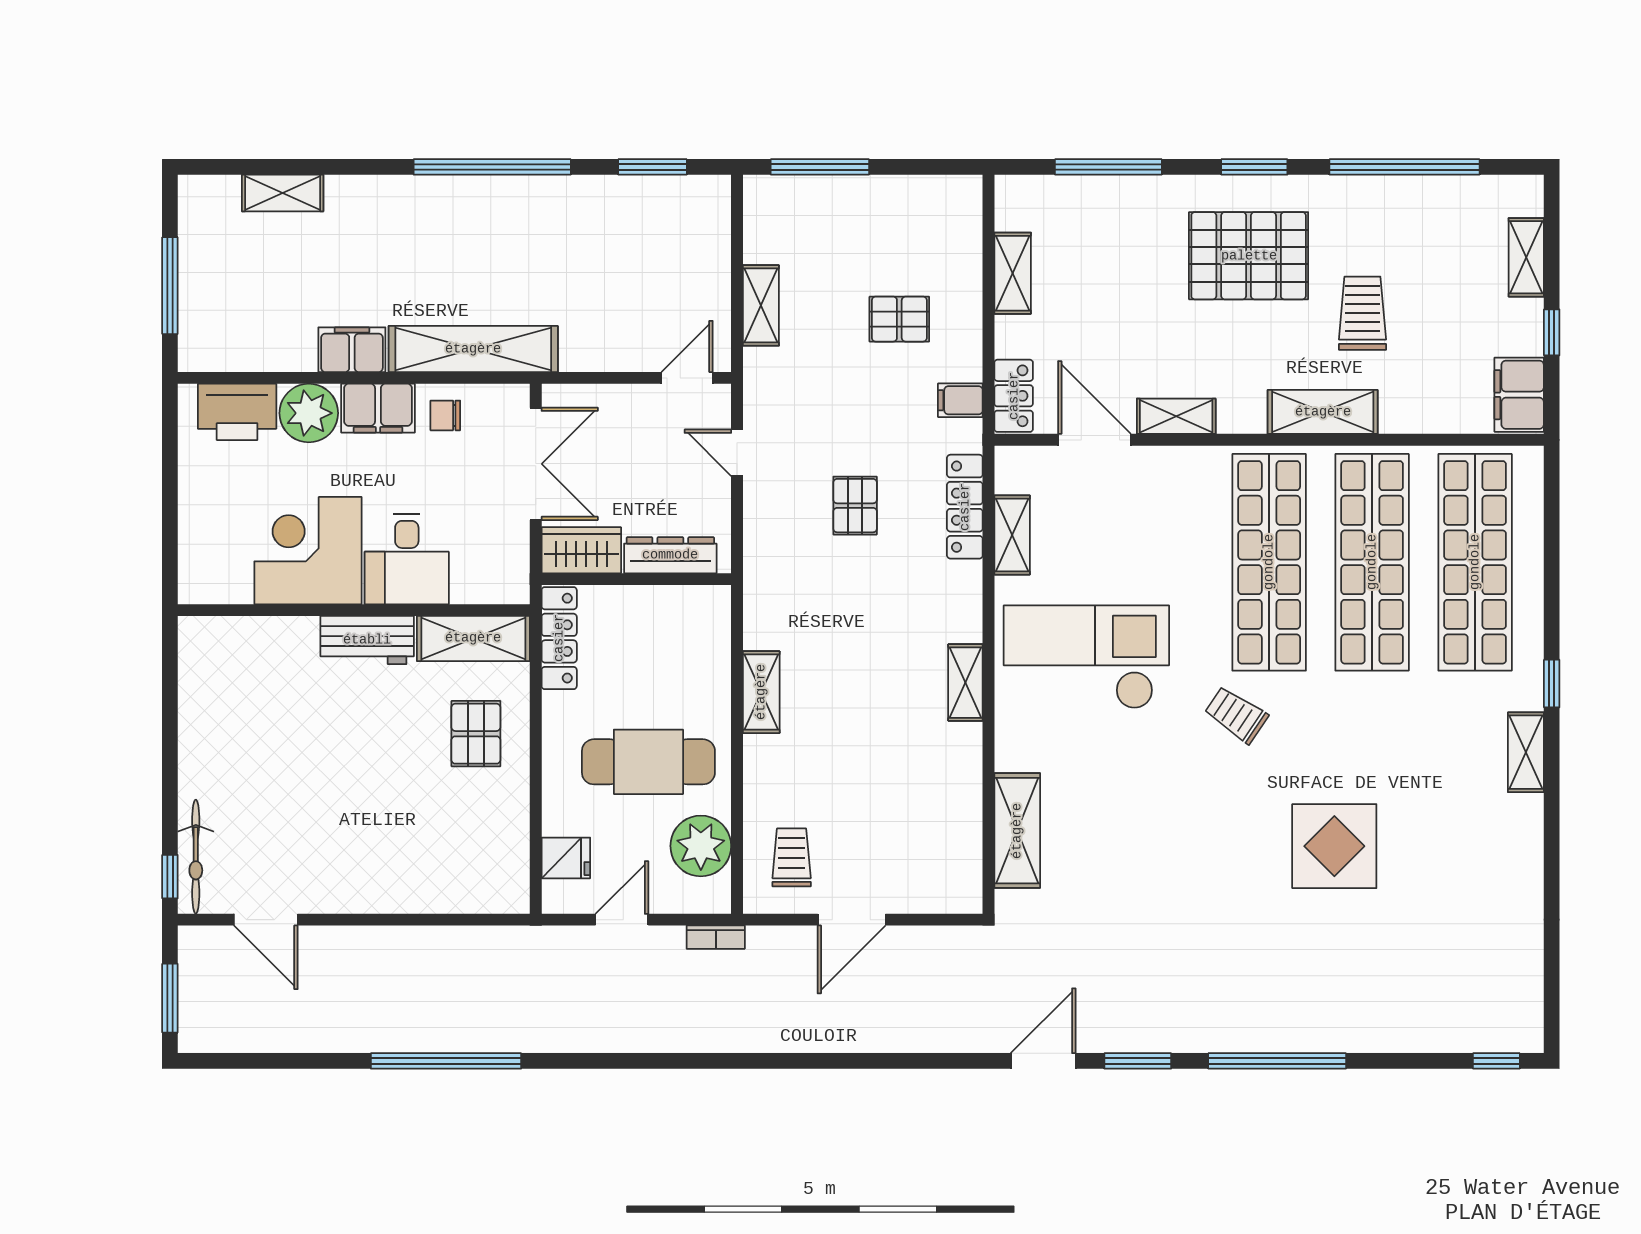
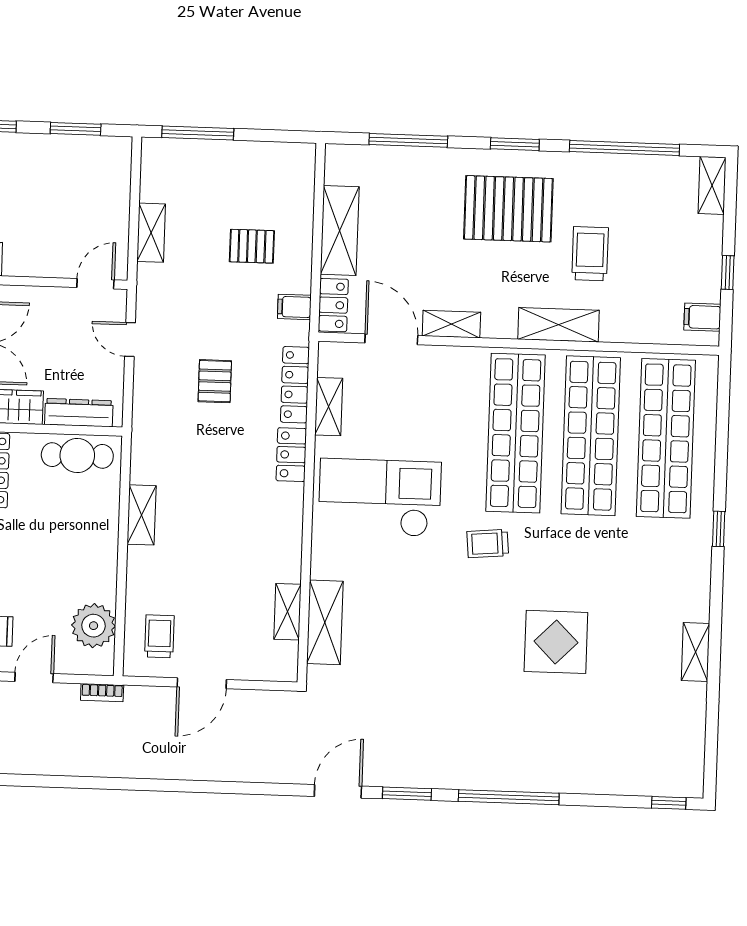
shelving: (1526, 257) -> (712, 185), moved
shelving: (1013, 273) -> (340, 231), width x1.50, depth x1.33
filing cabinet: (1519, 395) -> (702, 317), width x0.50
locker: (963, 602) -> (291, 455), added
shelving: (965, 683) -> (287, 612), moved
trolley: (1236, 715) -> (488, 544), turned -39
shelving: (1526, 752) -> (696, 652), moved
cafe table: (648, 762) -> (77, 455), moved, width x0.73, depth x0.74

